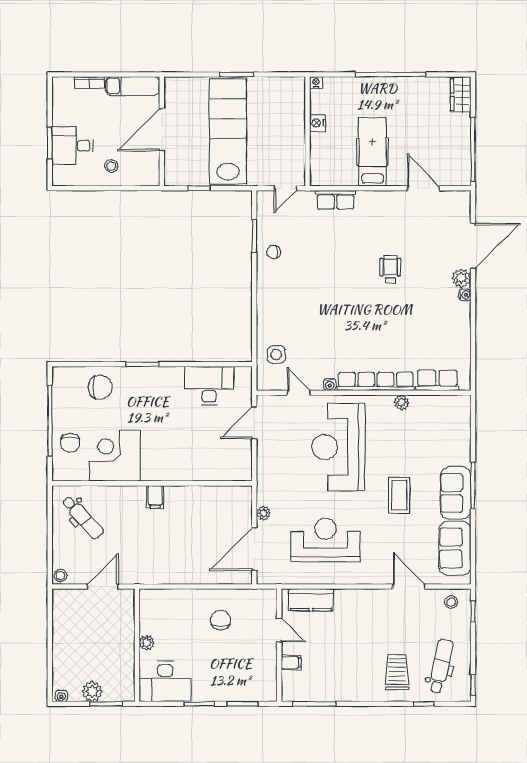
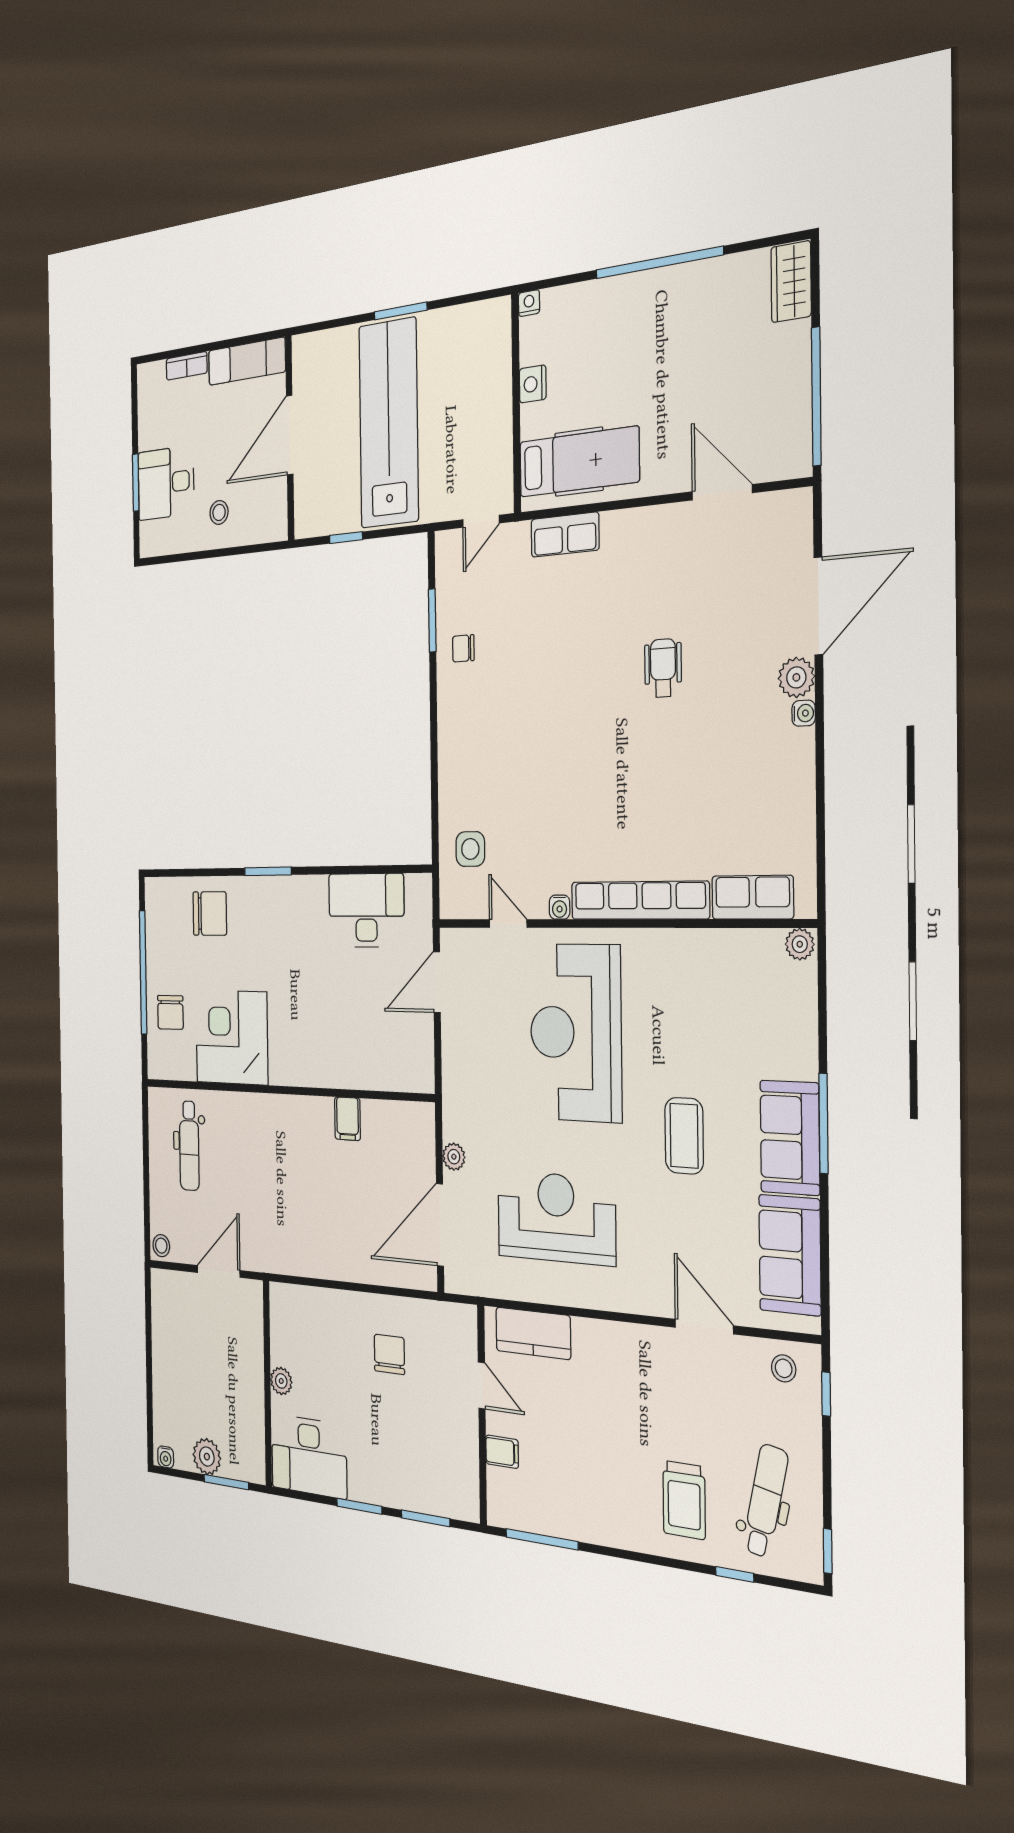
hospital bed: (373, 152) -> (579, 462), moved, turned 90
plant: (401, 402) -> (800, 944), moved
filing cabinet: (155, 497) -> (347, 1119), moved
dental chair: (83, 517) -> (189, 1146), turned 43
trolley: (397, 672) -> (684, 1500), turned 180

